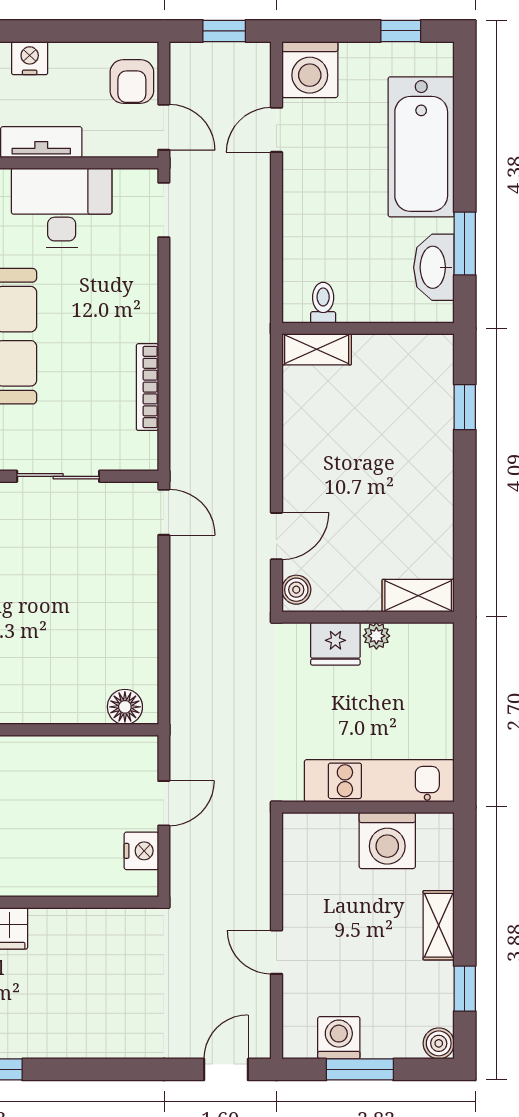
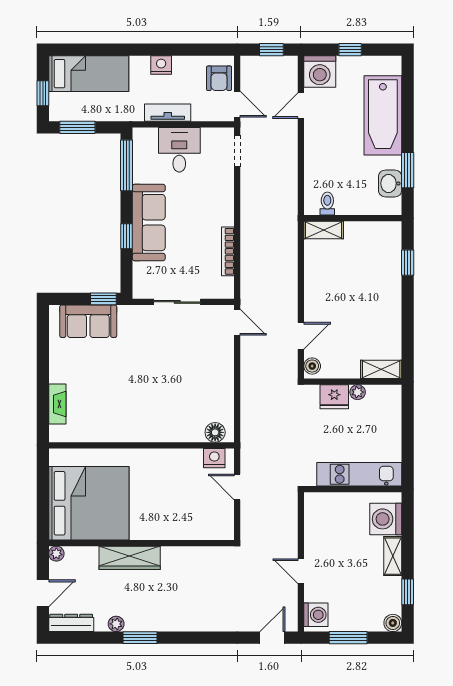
window: (401, 31) -> (350, 50), moved
desk: (62, 208) -> (179, 150), width x0.73
washbasin: (434, 267) -> (390, 183), width x0.72
door: (164, 803) -> (237, 487), swing flipped
washing machine: (387, 840) -> (386, 519), moved, turned 90
nightstand: (141, 851) -> (214, 458), moved, turned -90
washing machine: (339, 1038) -> (316, 615), moved, turned 90

